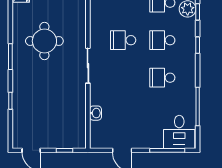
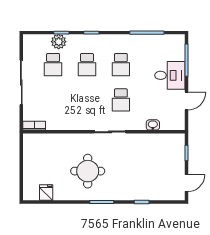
school desk: (123, 40) -> (121, 100), moved
desk: (179, 132) -> (170, 75), moved

